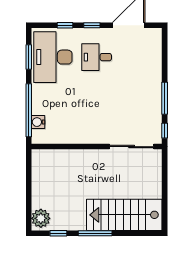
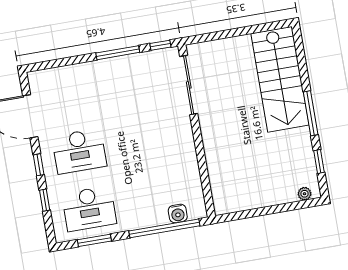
desk: (53, 57) -> (89, 209), width x0.73, depth x0.77
desk: (97, 57) -> (79, 151), width x1.37
plant: (41, 218) -> (305, 194), width x0.53, depth x0.53

